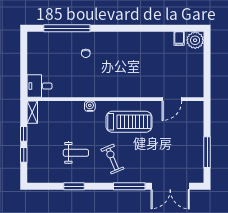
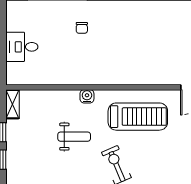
desk: (40, 86) -> (22, 47), moved
weight bench: (76, 153) -> (74, 137), moved

